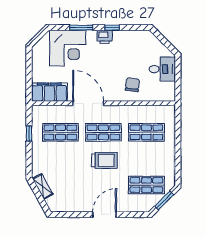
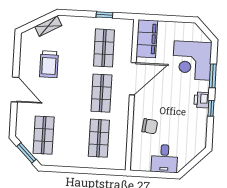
trolley: (104, 160) -> (49, 64), moved

